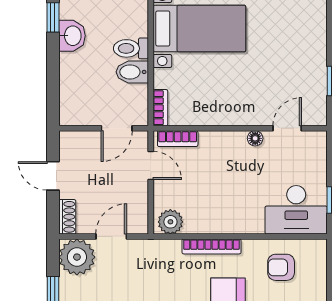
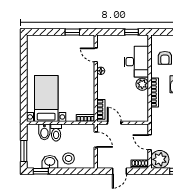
bidet: (132, 72) -> (44, 132), moved
stool: (79, 73) -> (69, 158), added
door: (151, 165) -> (114, 123), hinge flipped
desk: (296, 210) -> (136, 62), moved
plant: (170, 222) -> (142, 84), moved

